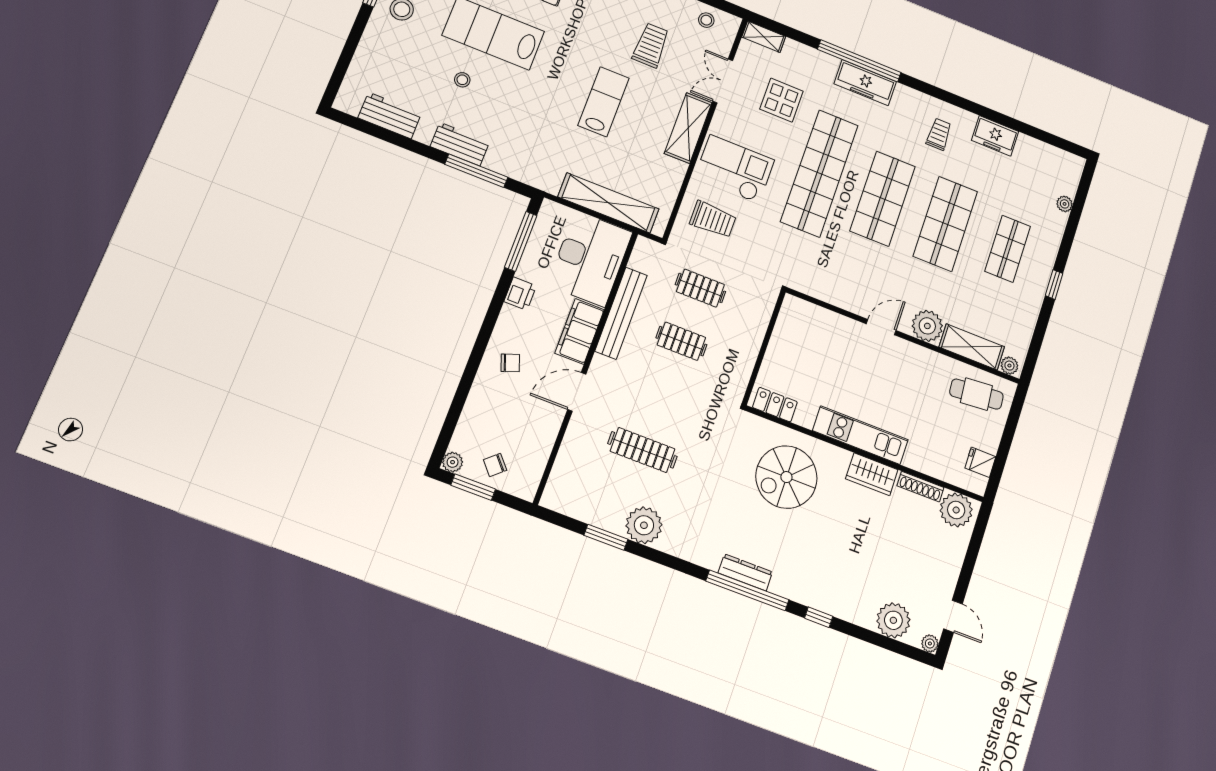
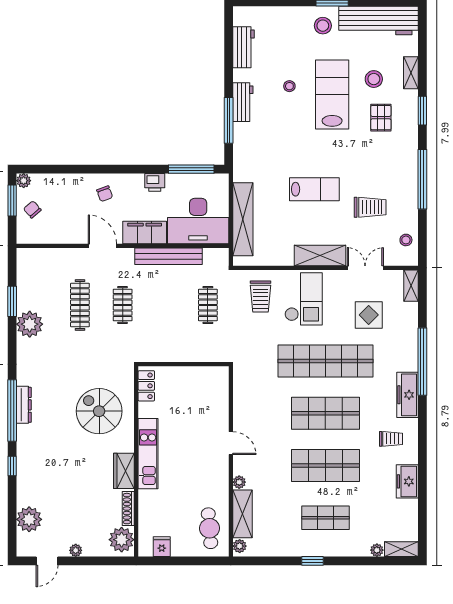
freezer: (865, 83) -> (408, 395), moved
shelving: (1072, 175) -> (401, 549), added
plant: (927, 326) -> (239, 482), width x0.53, depth x0.53
clothes rail: (681, 341) -> (123, 305), moved
plant: (930, 643) -> (76, 550), moved

